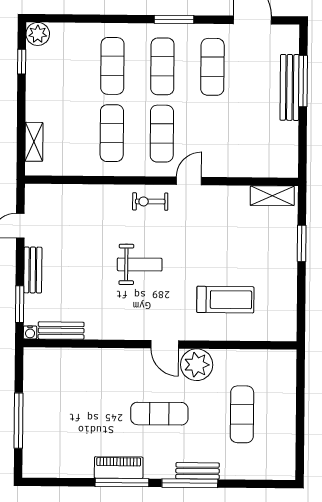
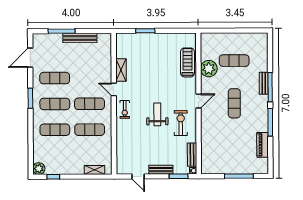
bench: (290, 87) -> (80, 38), moved
shelving: (272, 196) -> (121, 70), moved
treadmill: (225, 300) -> (187, 62), moved
exercise bike: (123, 309) -> (181, 123), added
plant: (197, 365) -> (209, 69), moved
piano: (119, 468) -> (263, 145), moved

